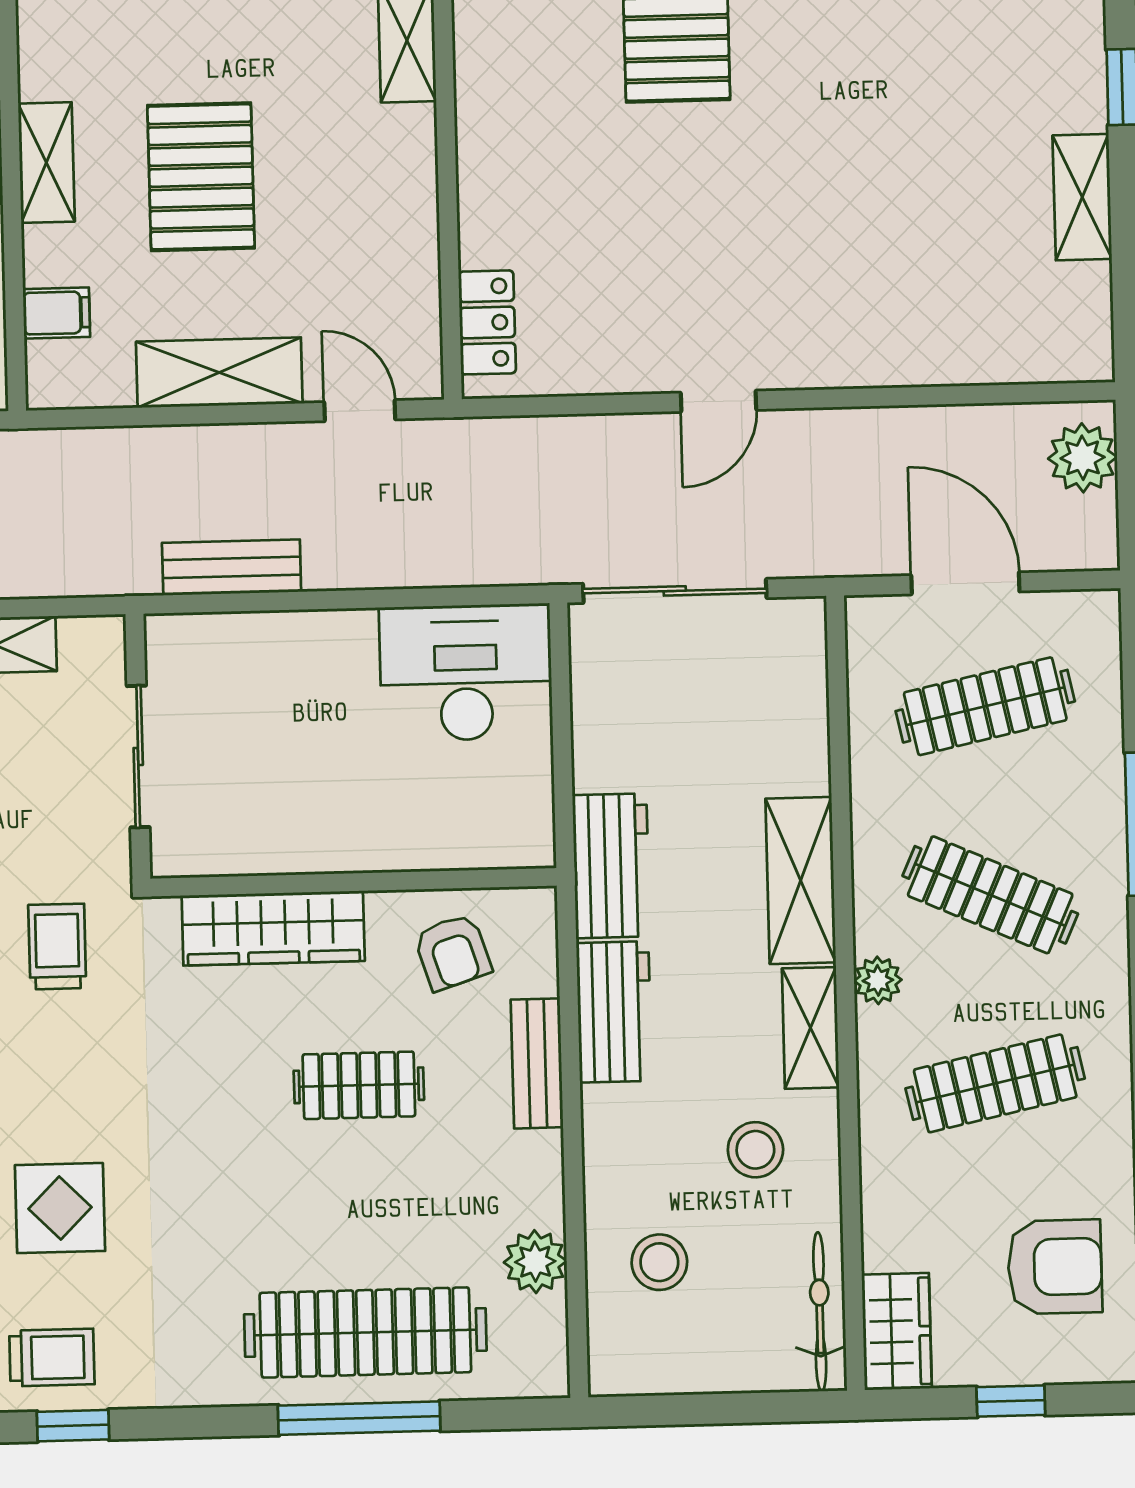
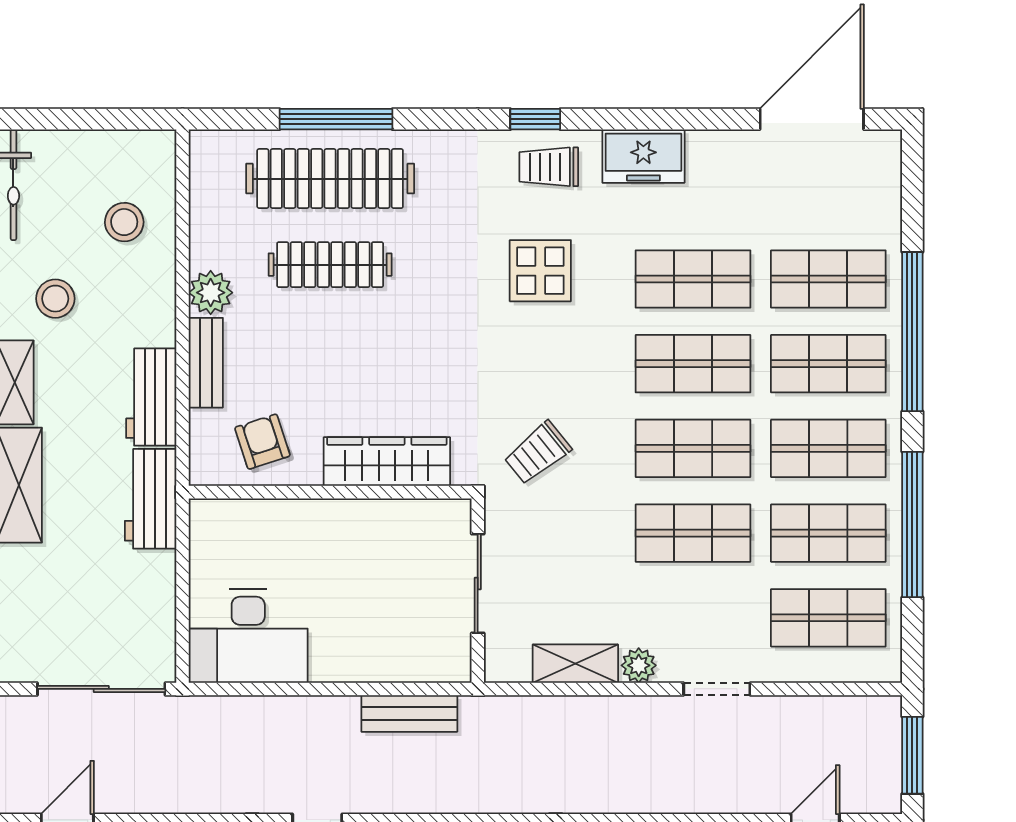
trolley: (57, 946) -> (538, 453), turned 51
clothes rail: (359, 1085) -> (330, 265), moved, width x1.36
plant: (535, 1262) -> (211, 293), moved

